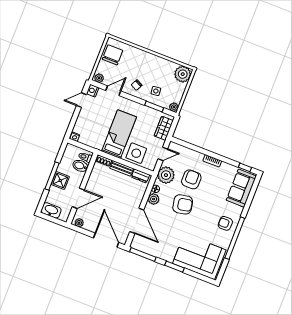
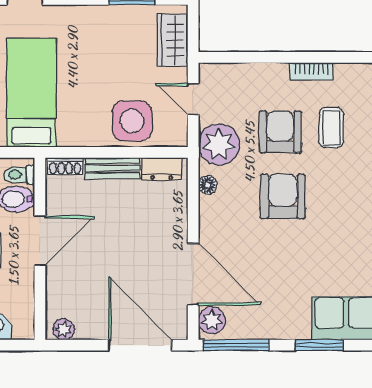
bed: (119, 134) -> (31, 93), moved
door: (163, 154) -> (193, 99), swing flipped
coffee table: (211, 185) -> (331, 127), added
door: (78, 198) -> (40, 241), moved
plant: (154, 199) -> (212, 320), moved
armchair: (183, 204) -> (283, 196), turned -79

